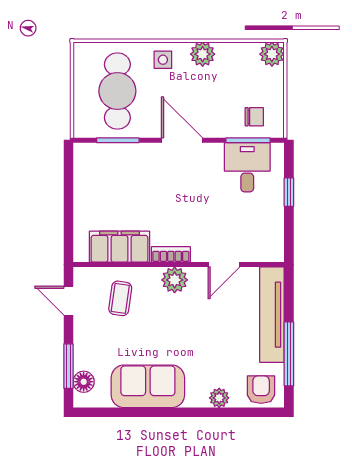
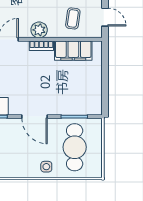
plant: (203, 54) -> (22, 170), removed

